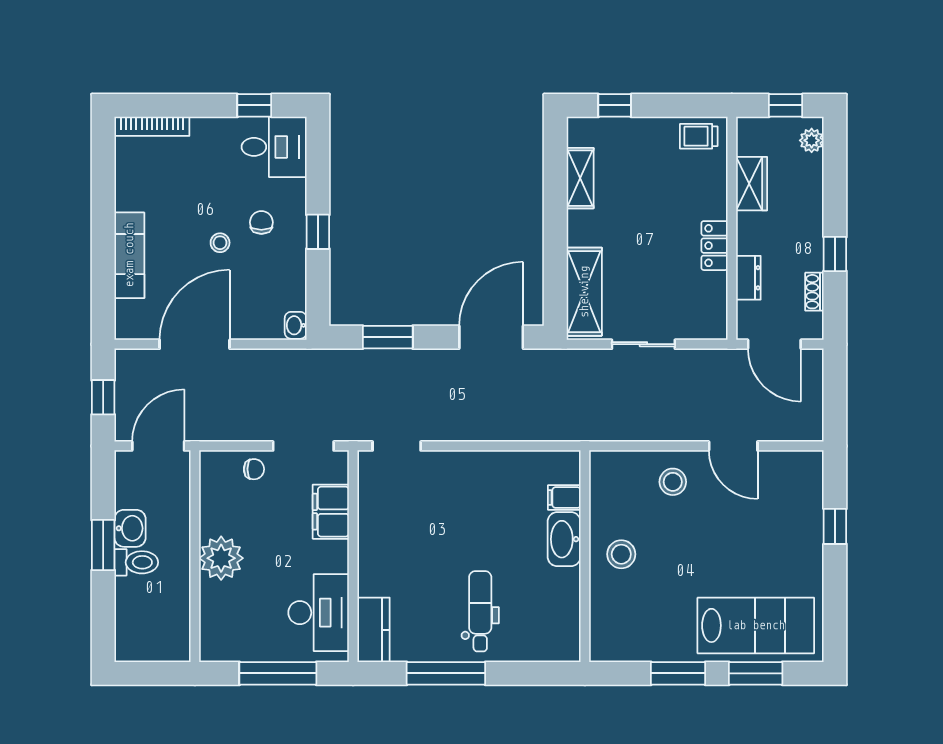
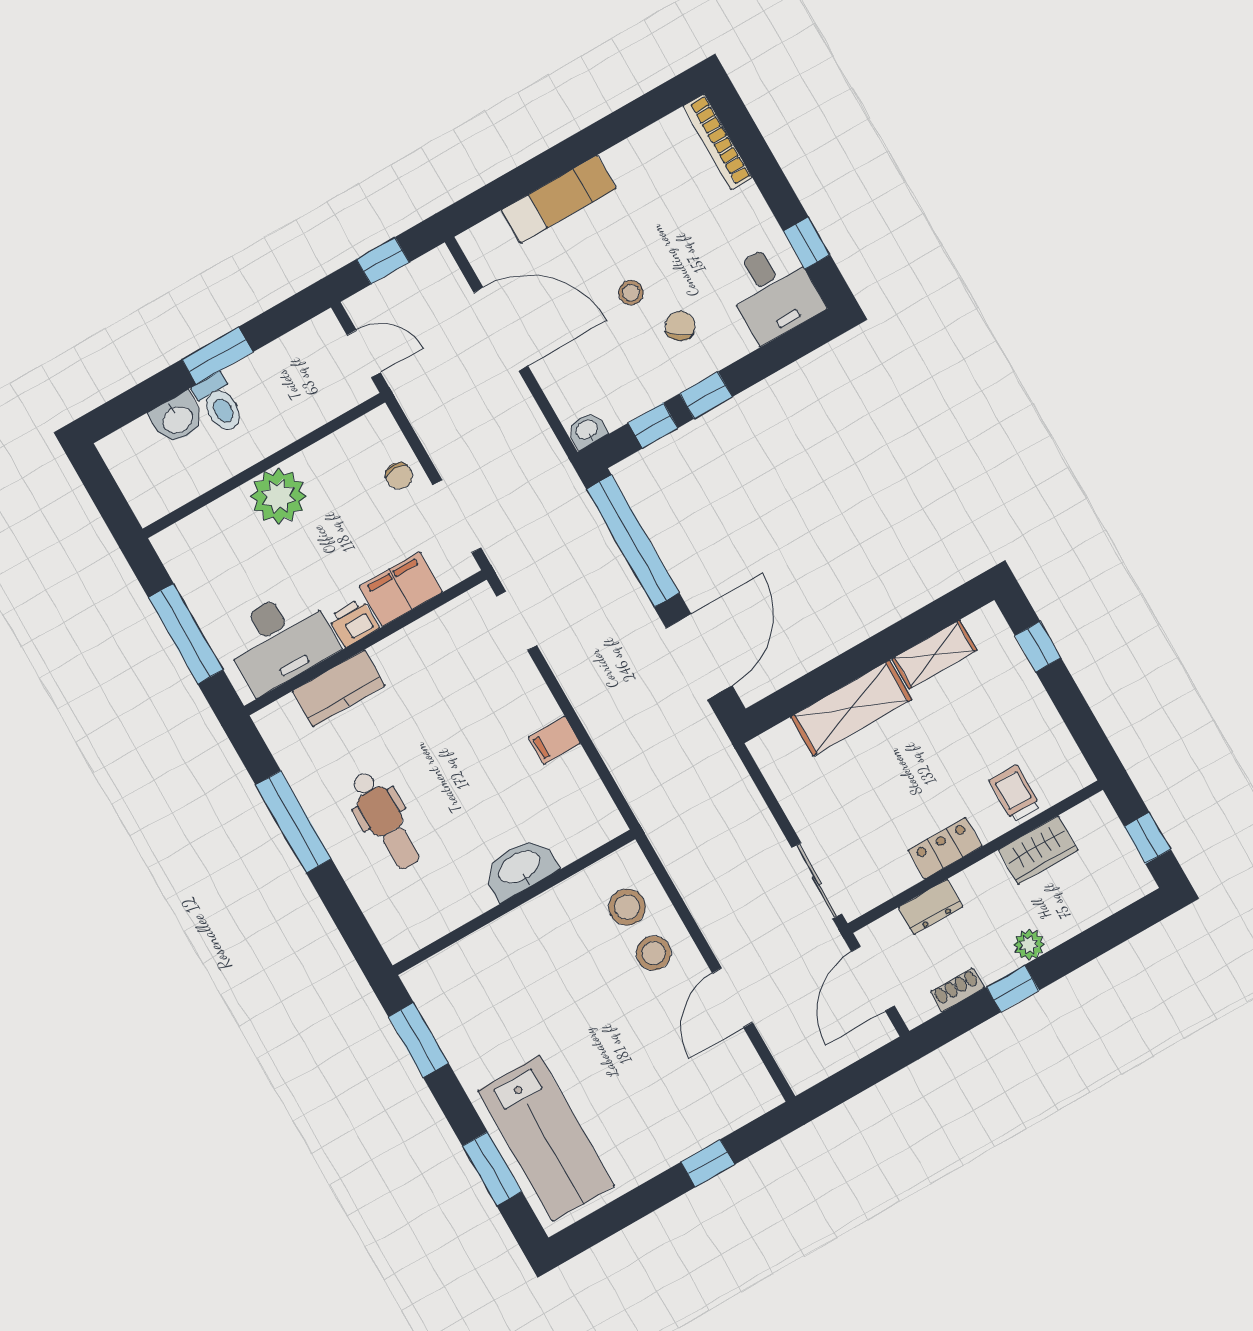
trolley: (699, 136) -> (1015, 793), moved
plant: (812, 140) -> (1029, 945), moved
chair: (261, 222) -> (680, 326), turned -56
window: (318, 279) -> (653, 425), added
shelving: (584, 292) -> (851, 708), moved
window: (388, 337) -> (633, 541), width x2.11
door: (491, 337) -> (699, 657), hinge flipped
sliding door: (643, 344) -> (817, 881), moved
door: (158, 446) -> (364, 354), width x0.73
filing cabinet: (564, 498) -> (554, 740), moved, turned -90
washbasin: (130, 528) -> (177, 419), moved
stool: (621, 554) -> (627, 907), moved
printer: (335, 556) -> (353, 623), added
dental chair: (480, 611) -> (385, 820), turned 90
kitchen counter: (374, 630) -> (339, 688), moved
window: (678, 673) -> (418, 1040), moved

